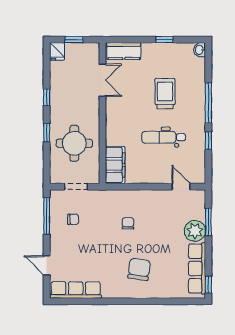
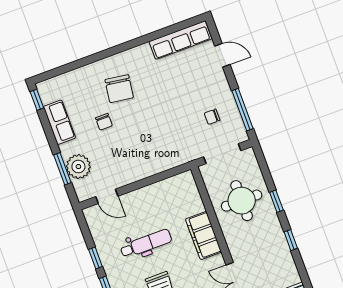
filing cabinet: (115, 165) -> (204, 236), moved
doorway: (76, 187) -> (222, 154), width x1.38
chair: (128, 223) -> (104, 122), moved
plant: (195, 231) -> (78, 167), moved
row of seats: (197, 269) -> (59, 122), width x0.68

